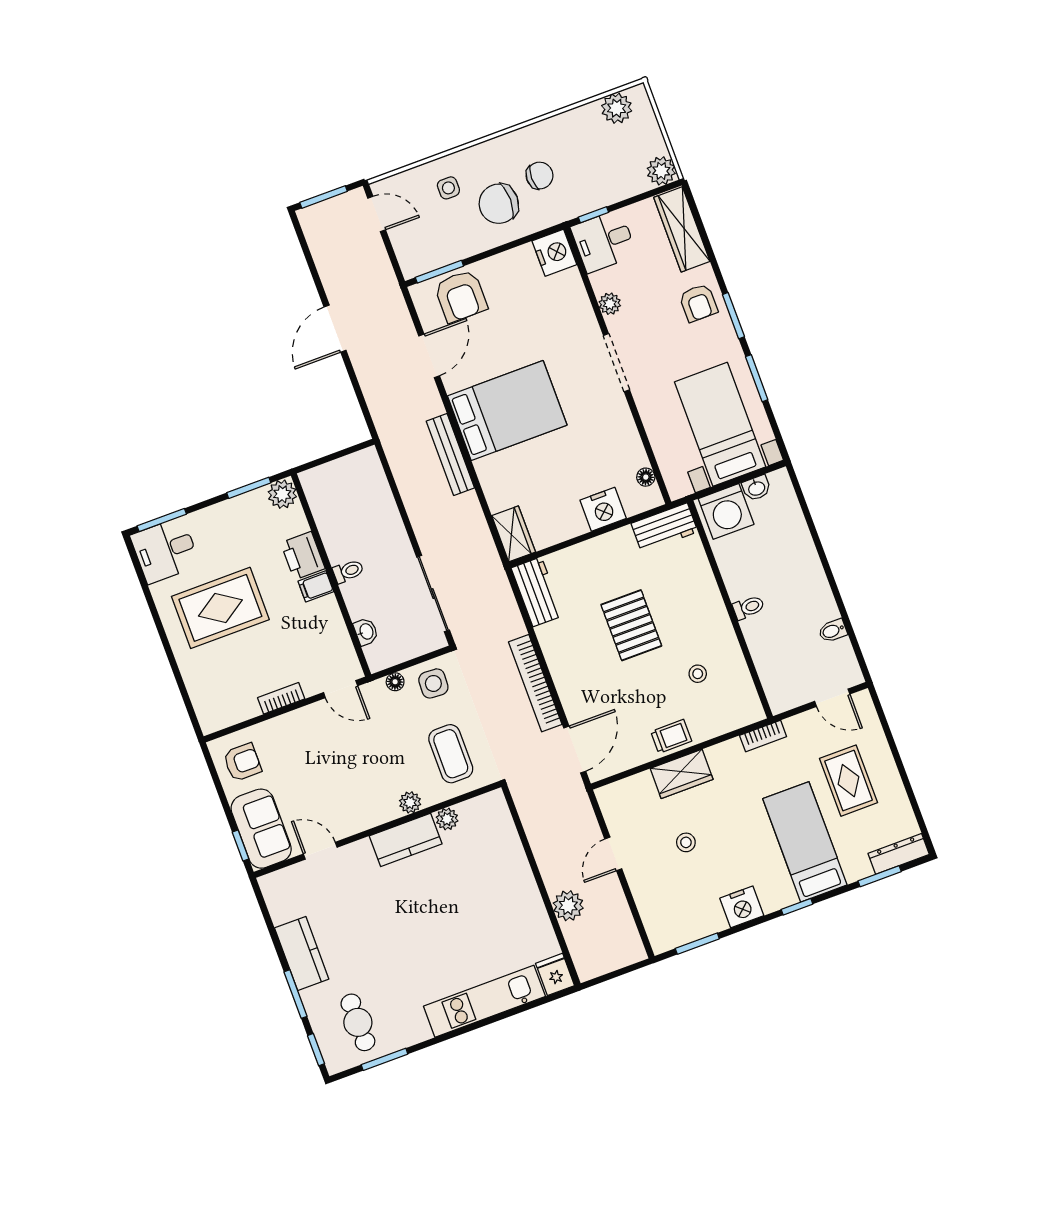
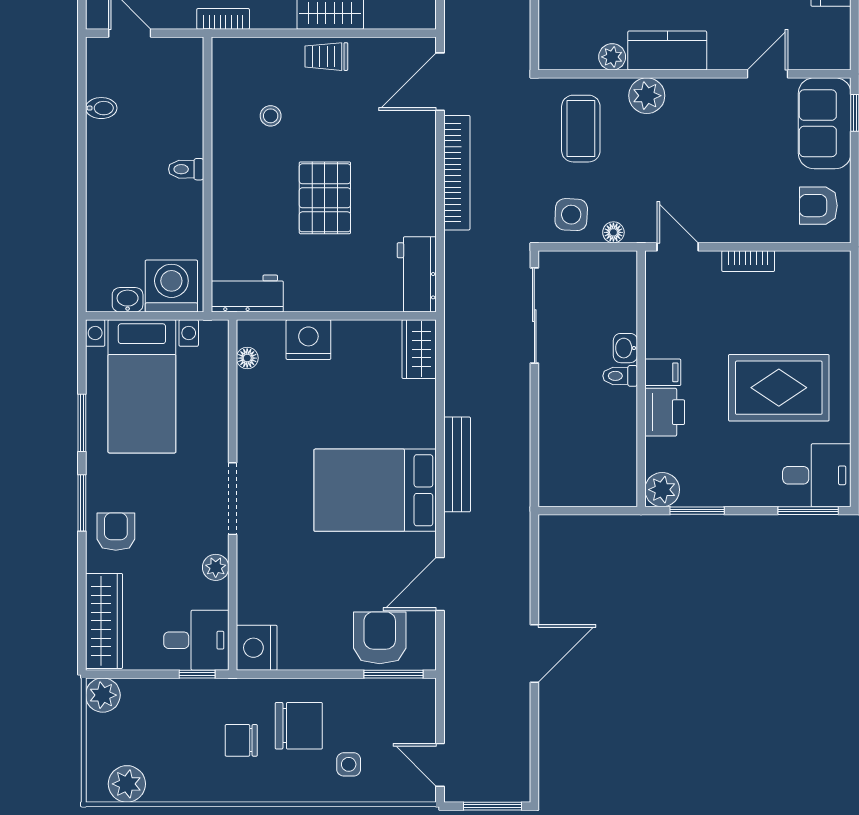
washbasin: (366, 632) -> (625, 348), moved
plant: (410, 802) -> (647, 96), width x1.38, depth x1.38
door: (320, 851) -> (768, 74), swing flipped

